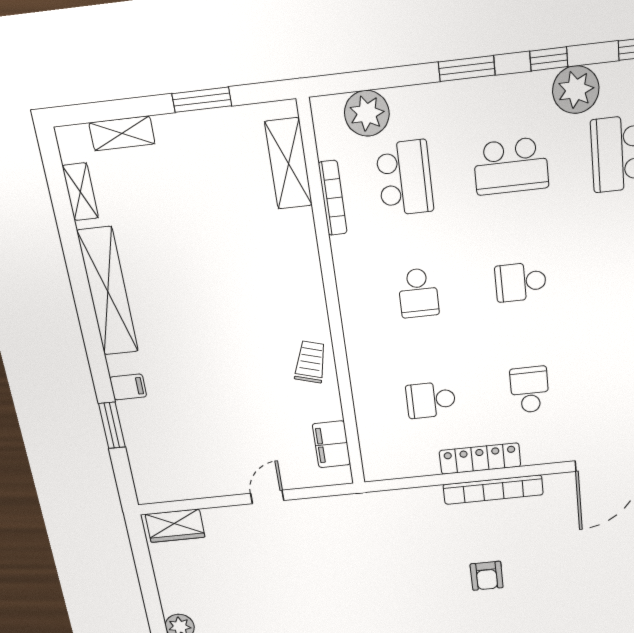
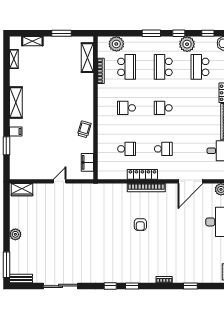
school desk: (511, 166) -> (163, 67), turned 90
shelving: (108, 292) -> (16, 102), width x0.68
school desk: (418, 293) -> (127, 108), turned 90
school desk: (530, 390) -> (163, 149), turned 90
school desk: (431, 400) -> (127, 149), turned 180

